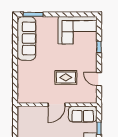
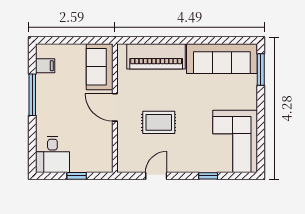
rug: (66, 77) -> (159, 122), turned 90
piano: (25, 79) -> (156, 56), added
sofa: (83, 114) -> (100, 67), moved

